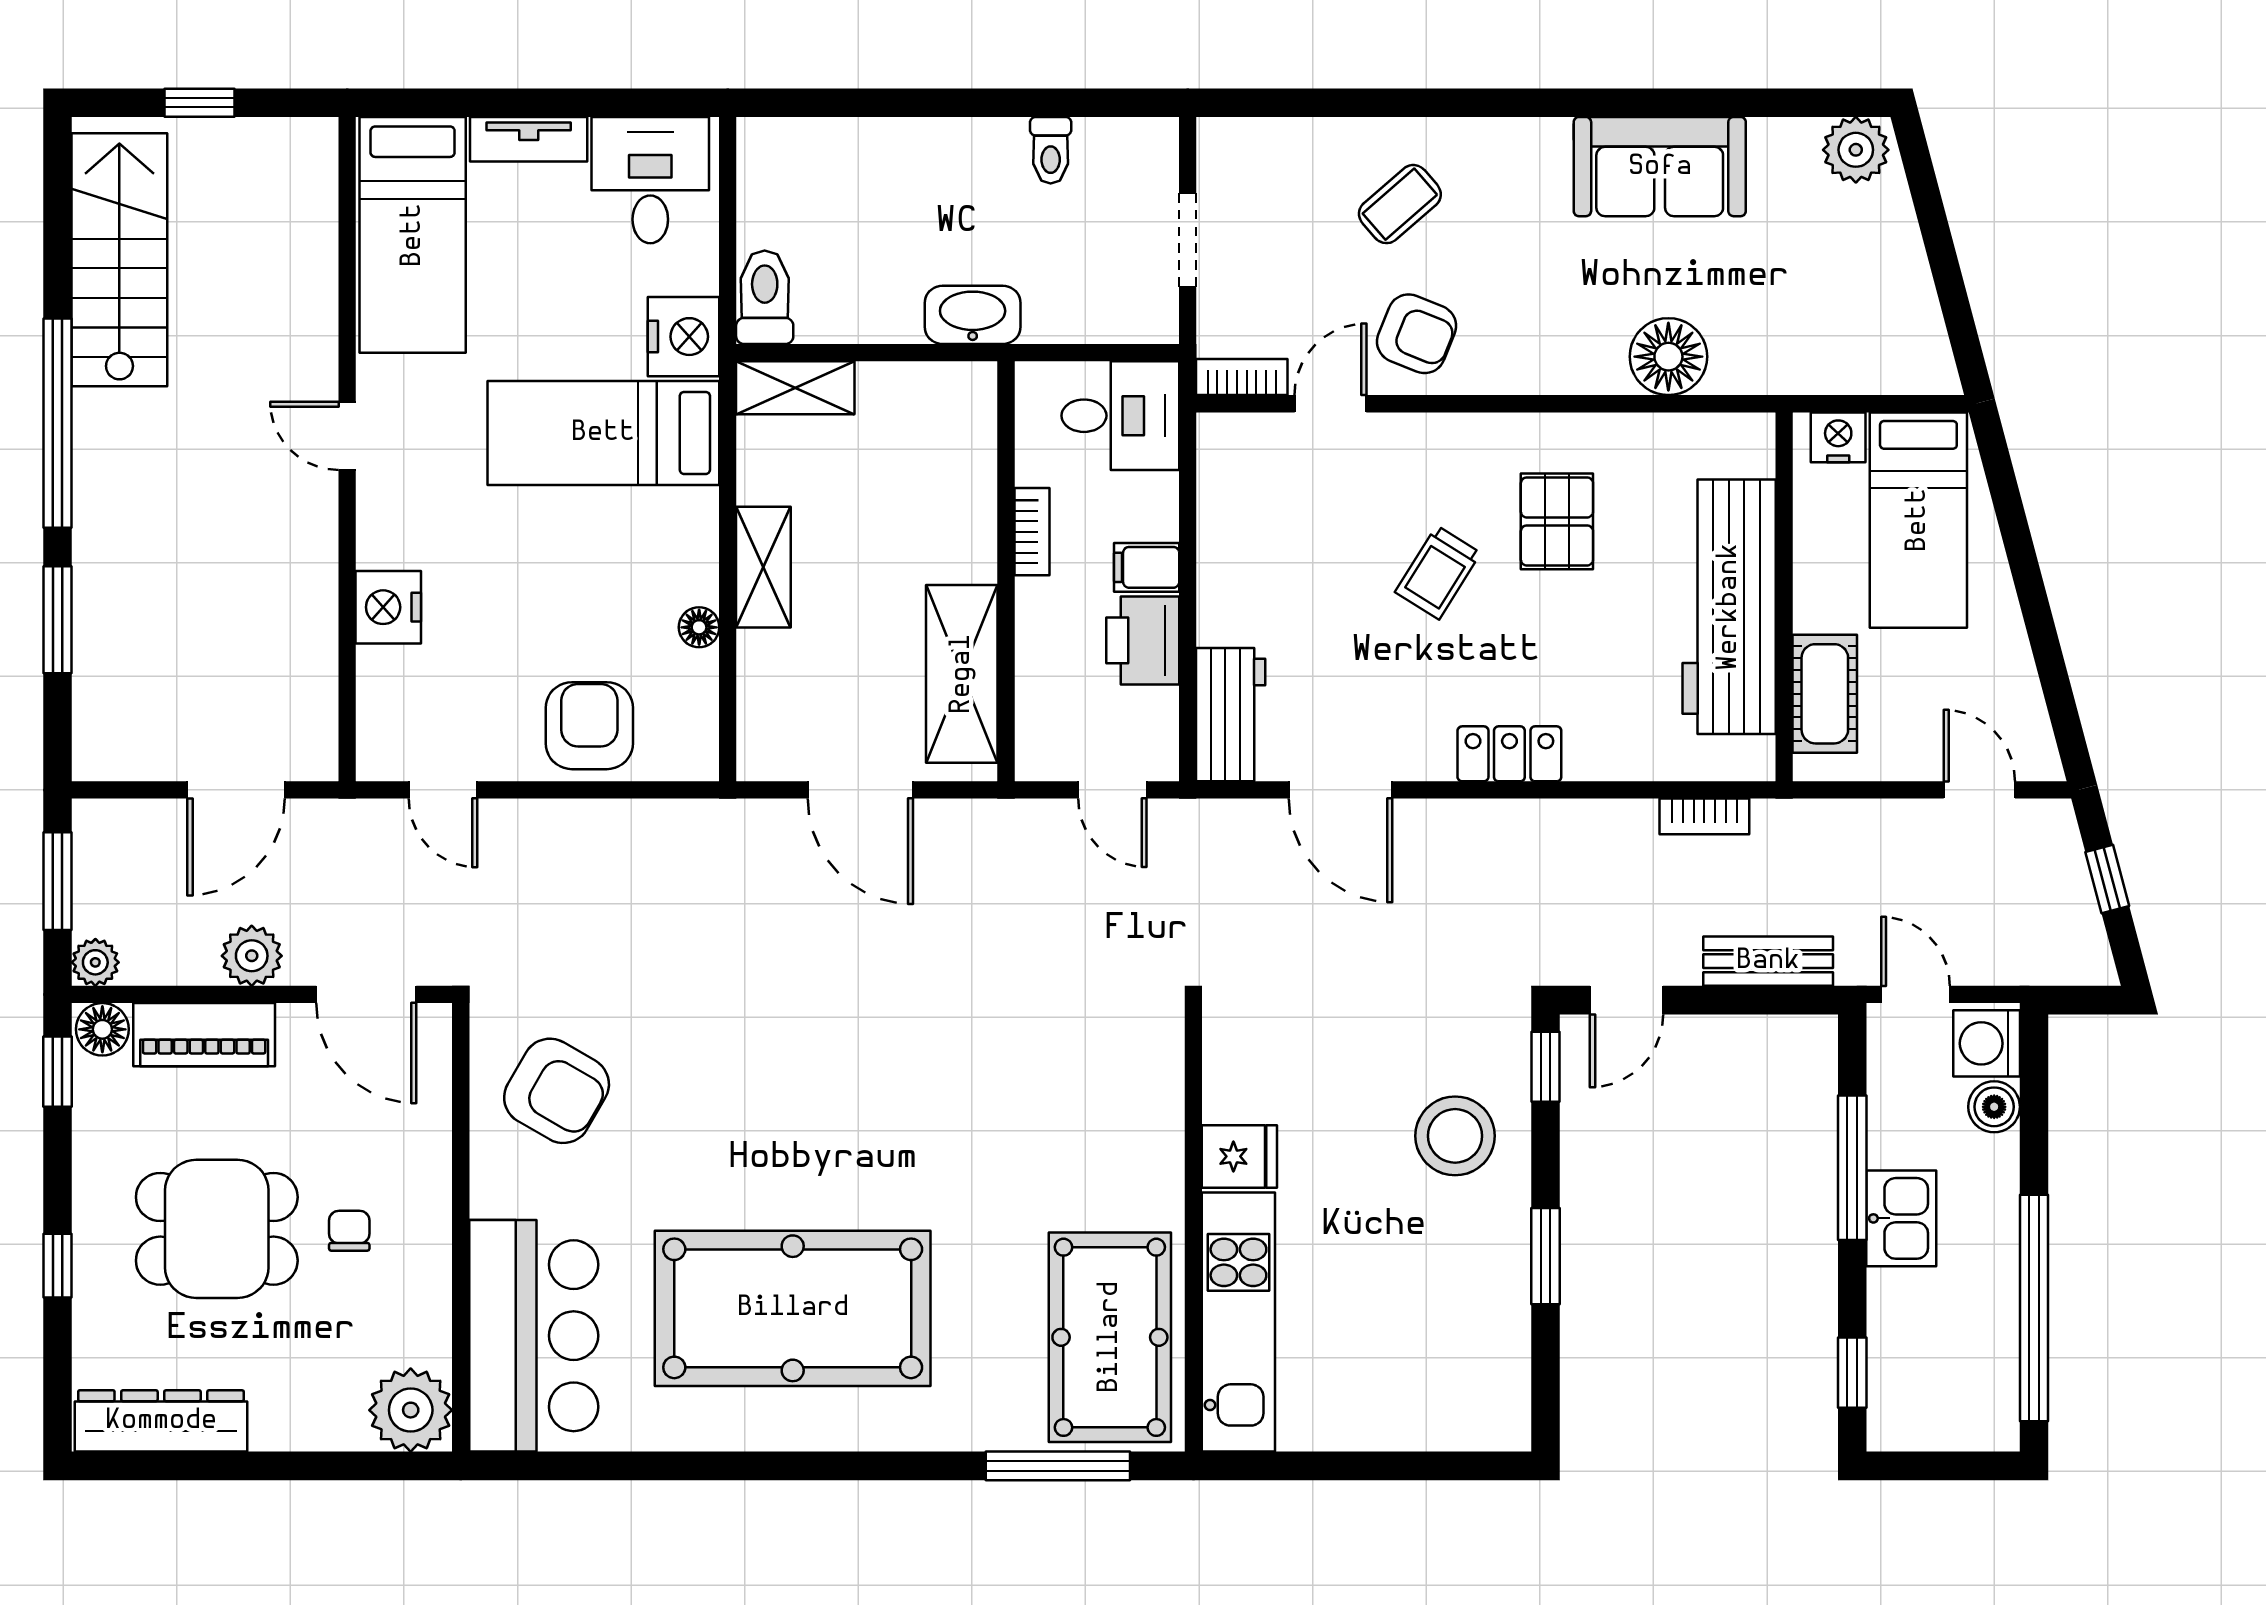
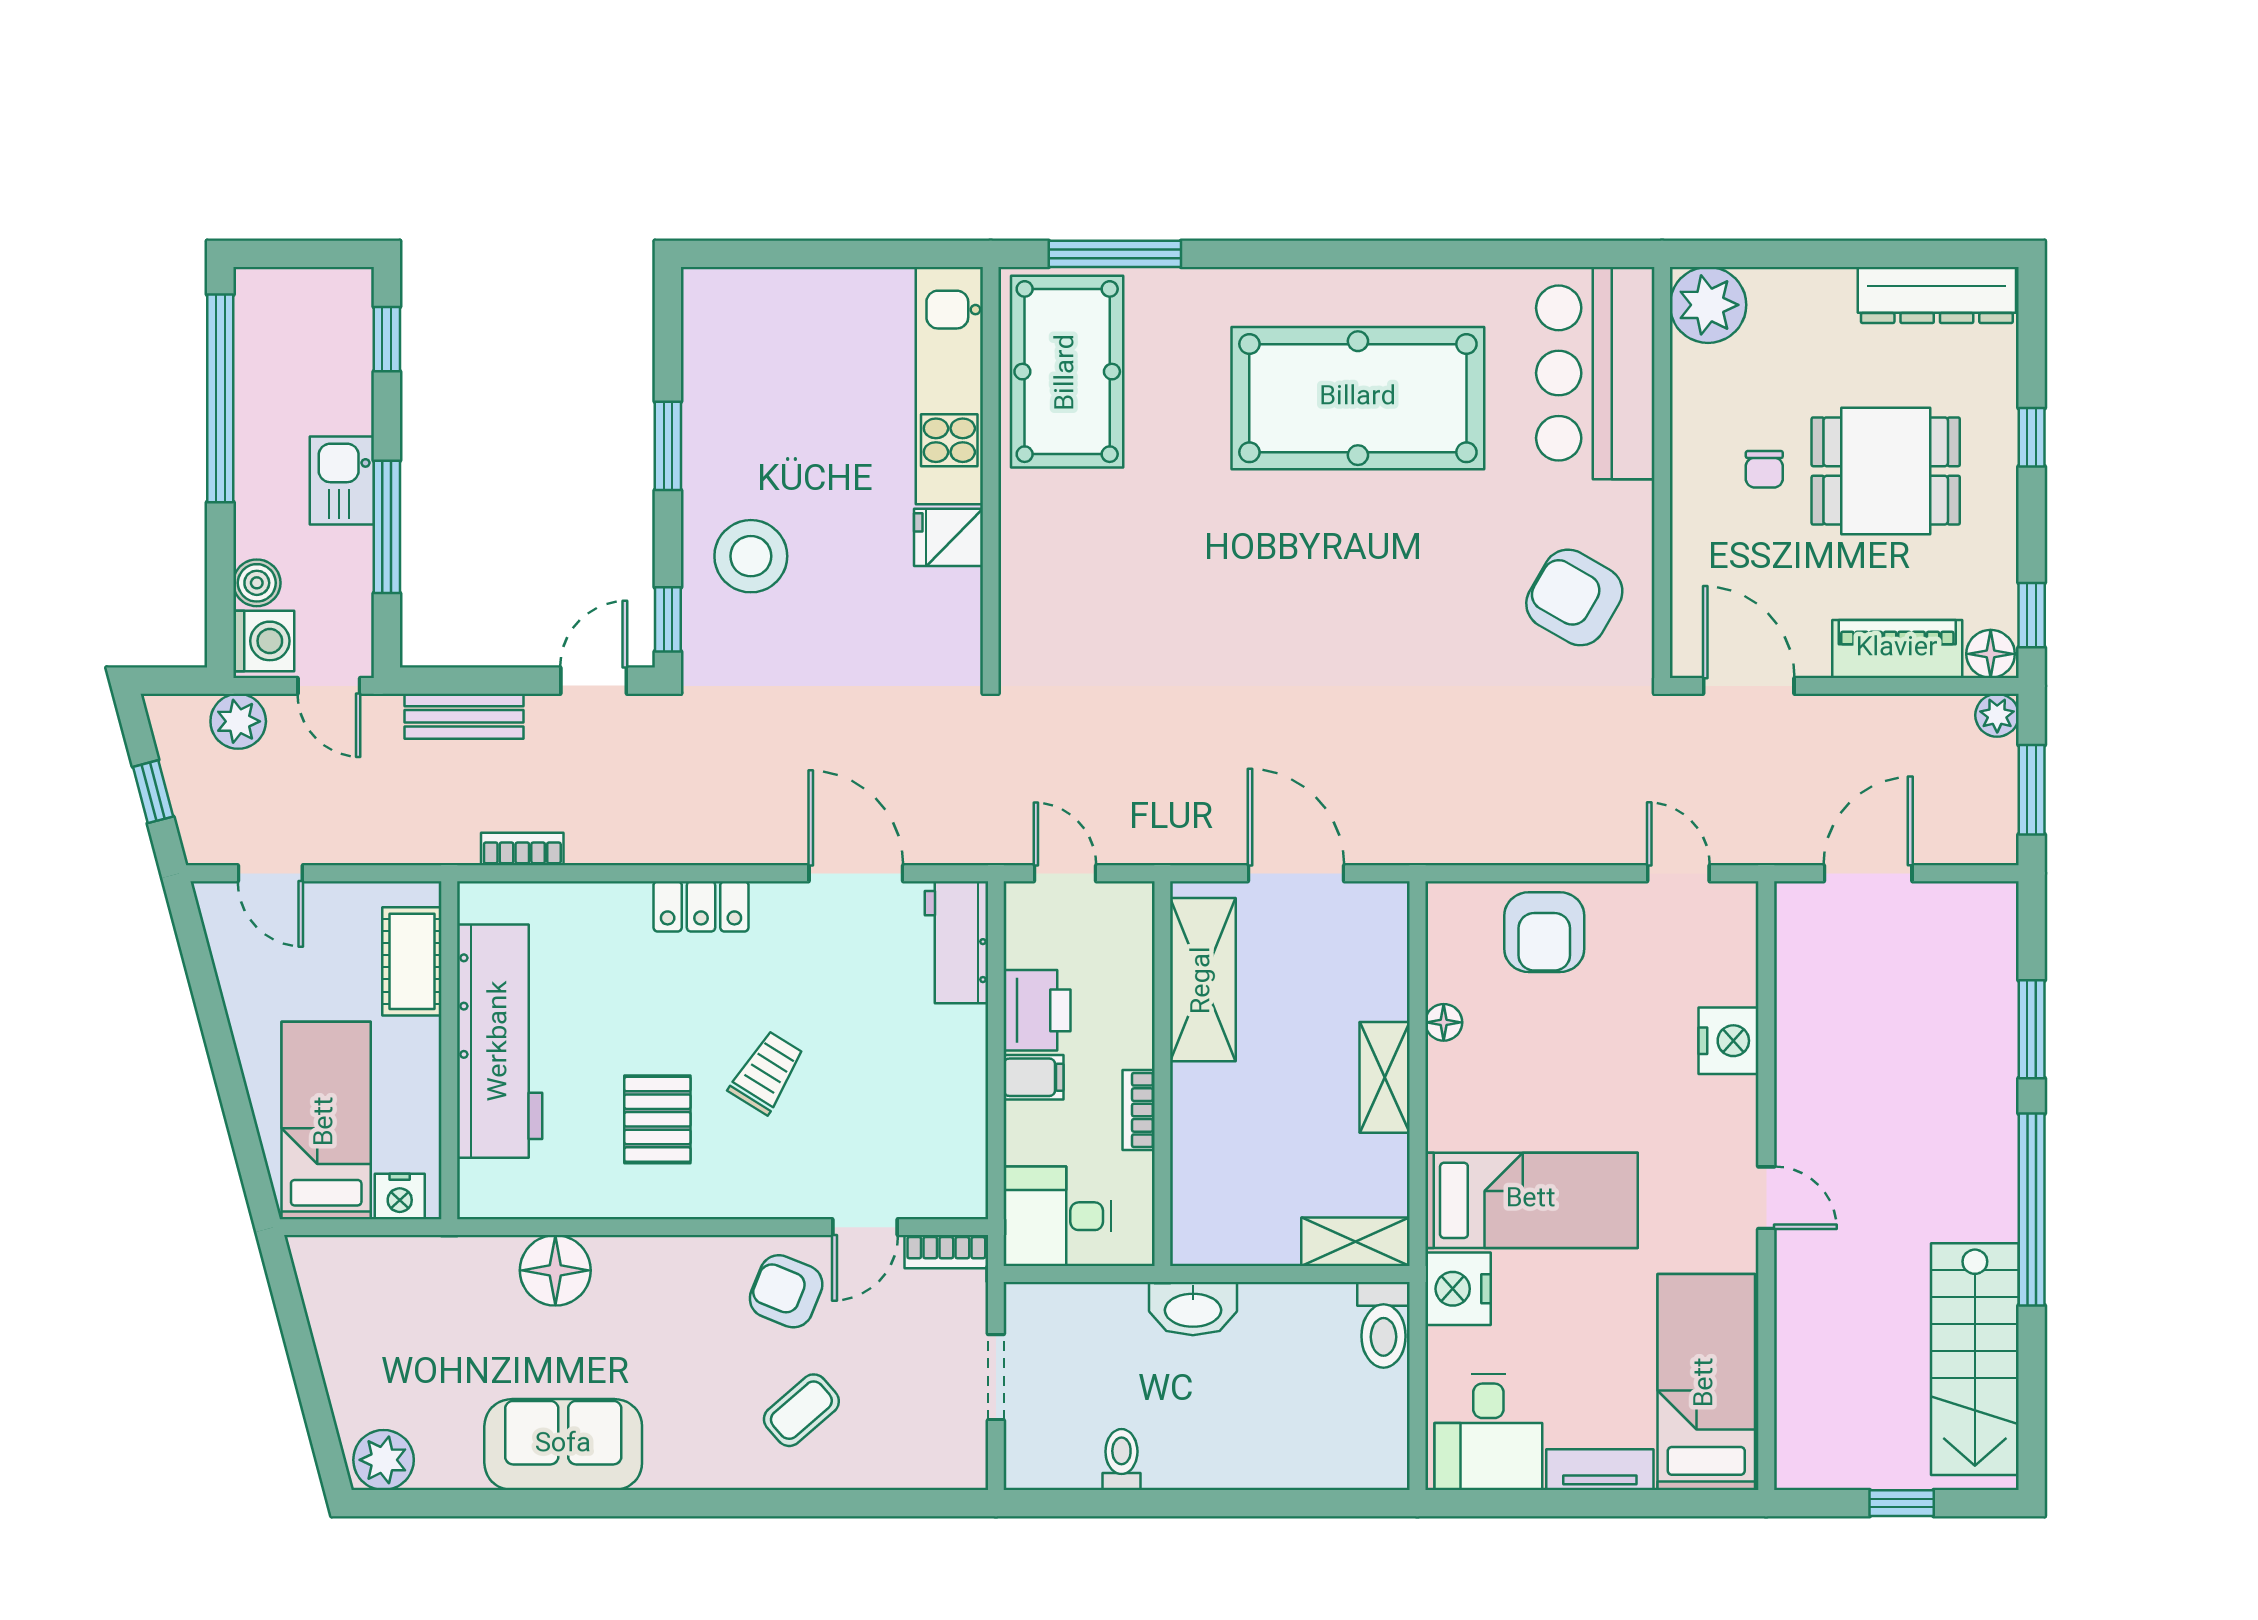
plant: (252, 956) -> (238, 721), moved

